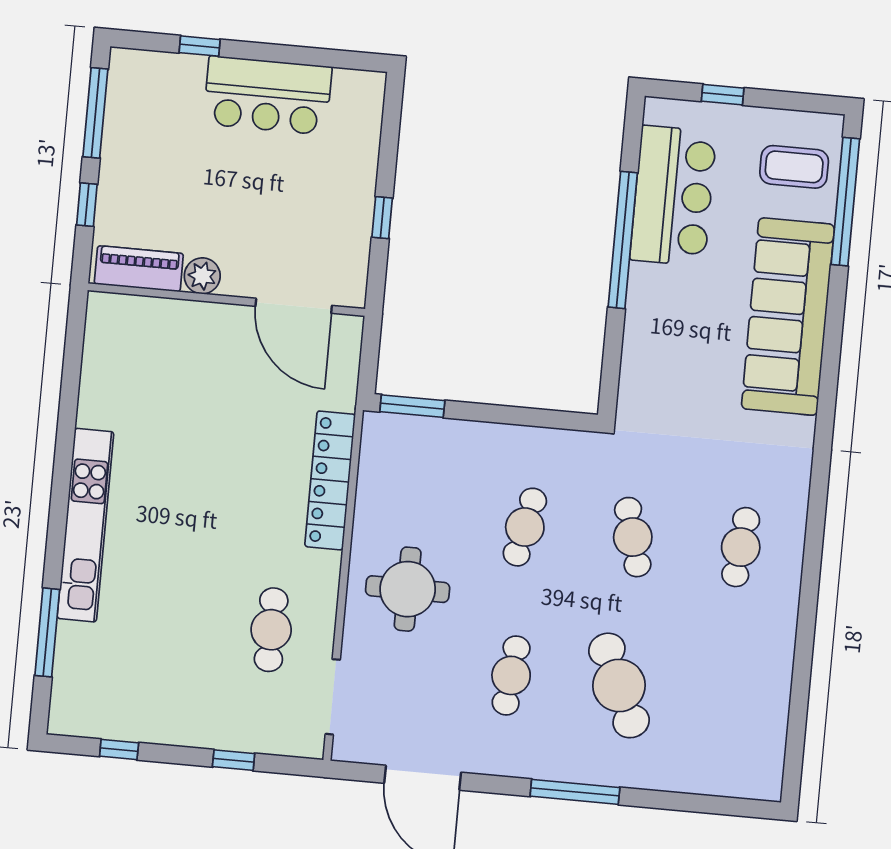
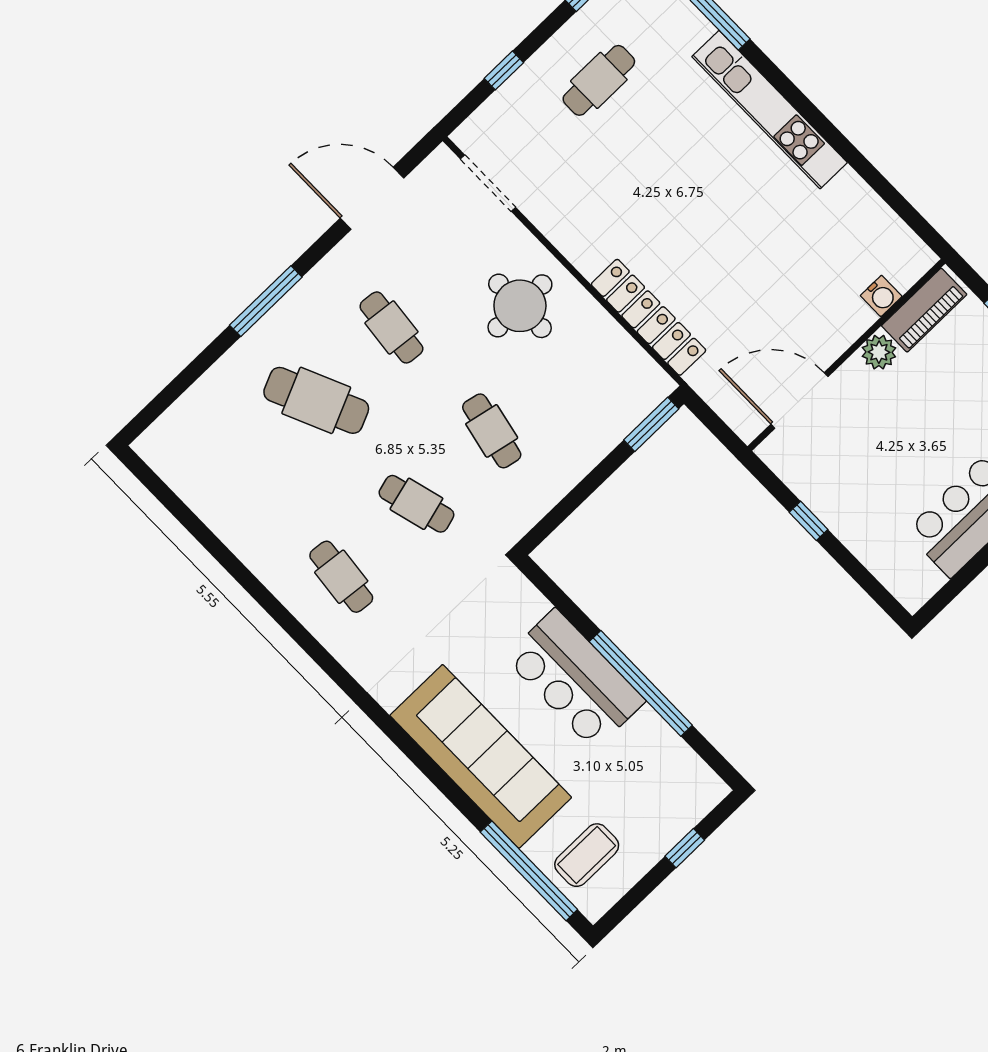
bar counter: (673, 196) -> (575, 679), moved
water cooler: (157, 312) -> (881, 296), added
cafe table: (271, 630) -> (599, 80), moved, turned 90

